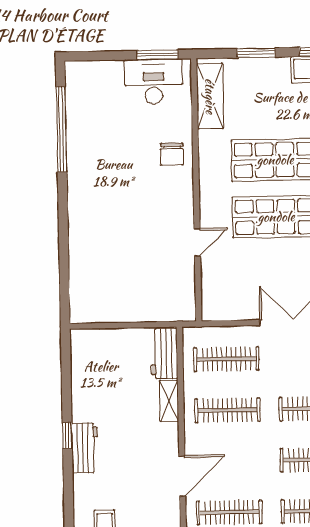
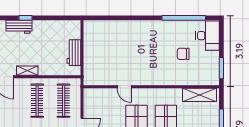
desk: (154, 82) -> (207, 36), moved
chair: (172, 154) -> (183, 54), moved
workbench: (164, 353) -> (74, 53), moved, turned -90
shelving: (169, 401) -> (27, 71), moved

